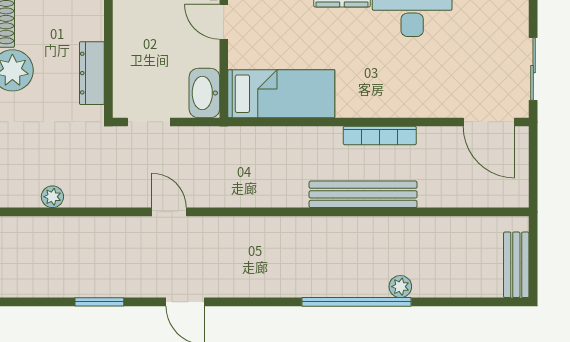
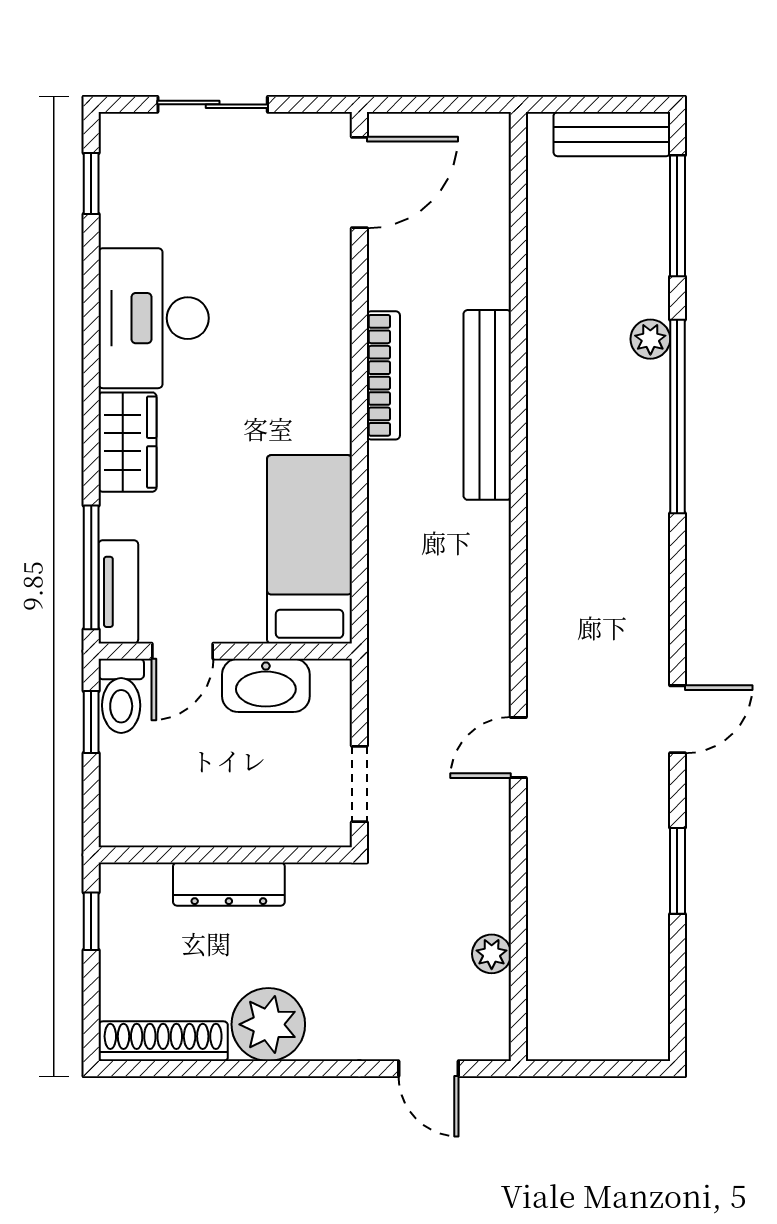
sliding door: (533, 69) -> (213, 104), moved
dresser: (92, 73) -> (229, 884), moved
washbasin: (204, 93) -> (266, 685), moved
window: (470, 302) -> (677, 216), added

